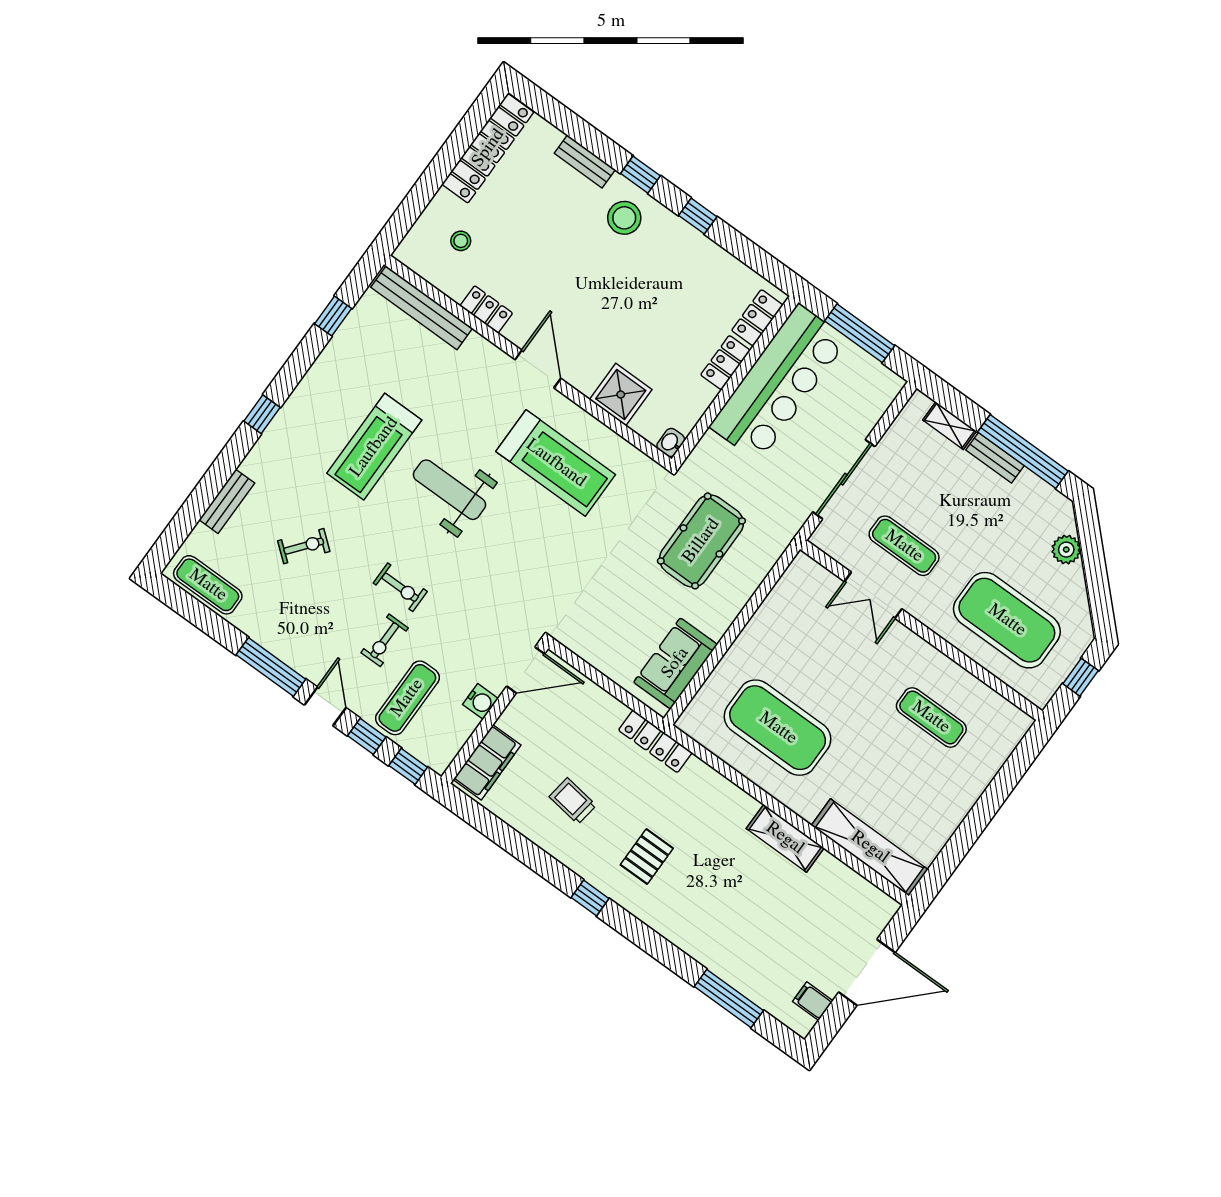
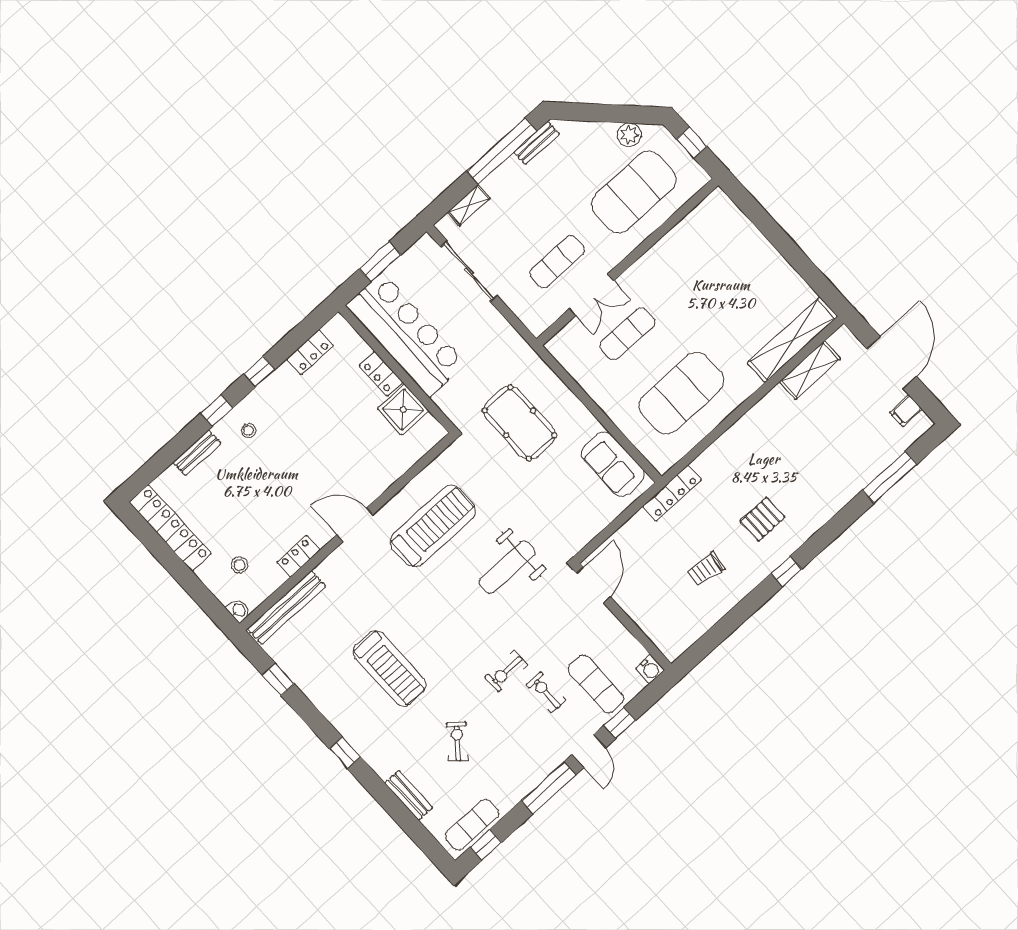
stool: (624, 218) -> (248, 431), width x0.53, depth x0.53
locker: (757, 318) -> (310, 352), moved, turned -90
window: (860, 333) -> (380, 262), width x0.69
shower: (621, 395) -> (403, 410), moved
washbasin: (671, 443) -> (239, 610), moved, turned 180
bench: (995, 458) -> (537, 143), moved
sliding door: (844, 479) -> (469, 271), moved
weight bench: (450, 490) -> (507, 567), moved
plant: (1066, 550) -> (629, 135), moved
exercise bike: (400, 587) -> (506, 671), turned 180
exercise bike: (385, 640) -> (546, 693), turned 180
water cooler: (480, 701) -> (650, 669), moved, turned 90
door: (325, 706) -> (589, 751), swing flipped
exercise mat: (931, 717) -> (627, 334), moved
filing cabinet: (487, 762) -> (661, 631), removed
window: (408, 766) -> (486, 845), moved
shelving: (785, 838) -> (810, 370), moved
pallet: (647, 856) -> (762, 519), turned 90

